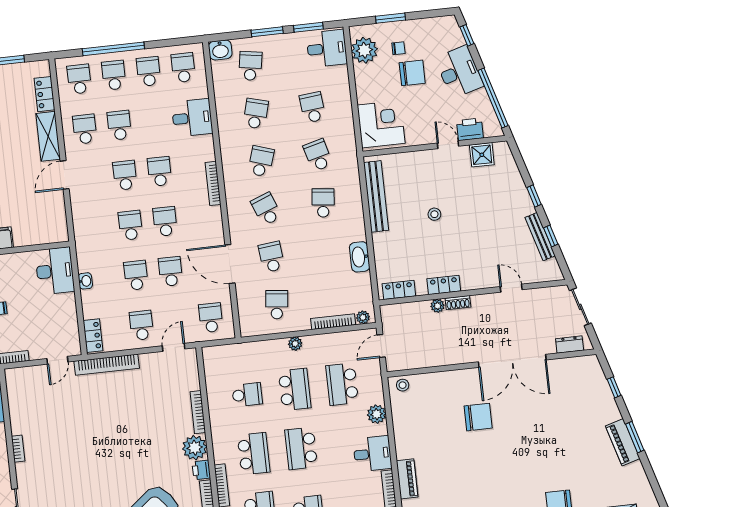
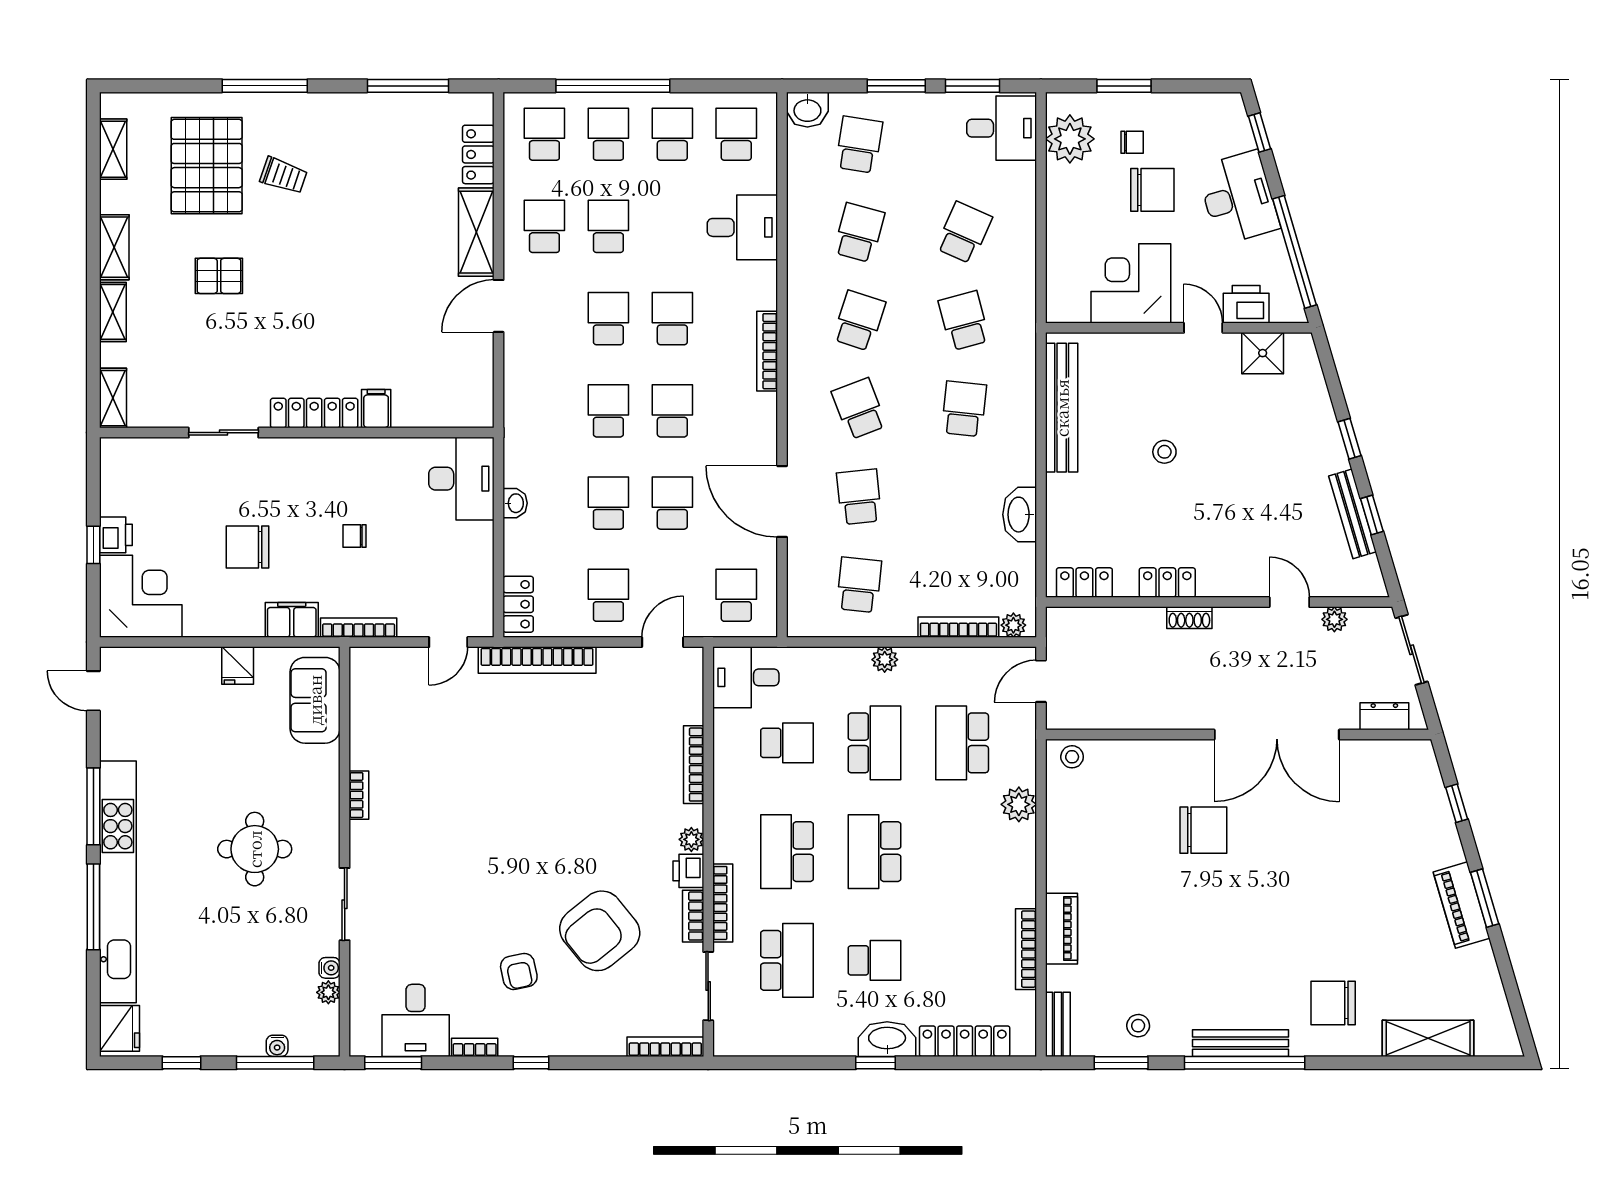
school desk: (313, 107) -> (964, 233), turned 30
corner desk: (381, 124) -> (1131, 283), moved, turned -90
plant: (438, 306) -> (1334, 619), moved
plant: (195, 448) -> (691, 839), width x0.53, depth x0.53
school desk: (254, 454) -> (787, 852), turned 180
desk: (372, 454) -> (746, 677), moved, turned 180

